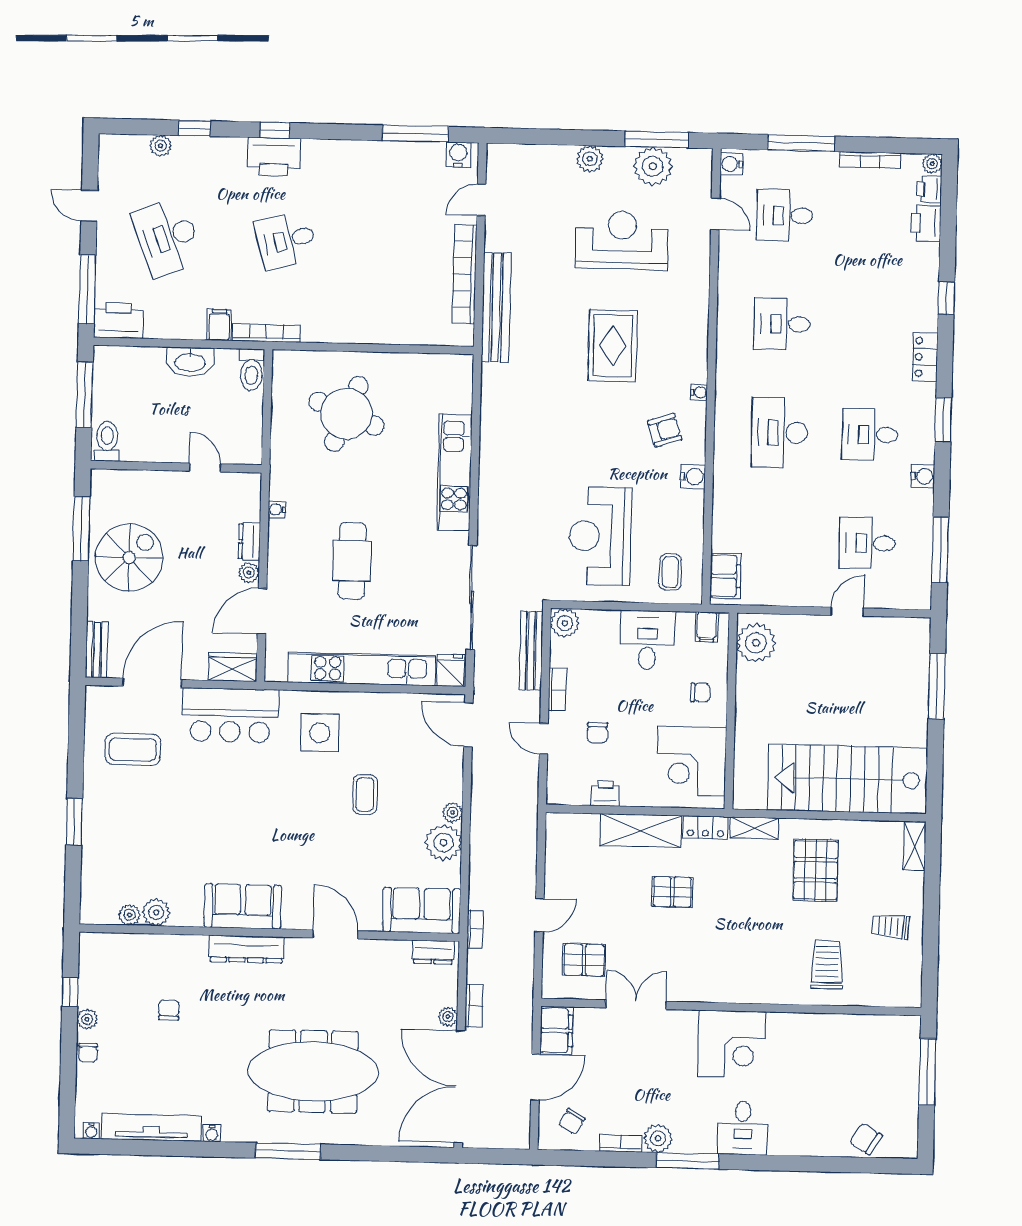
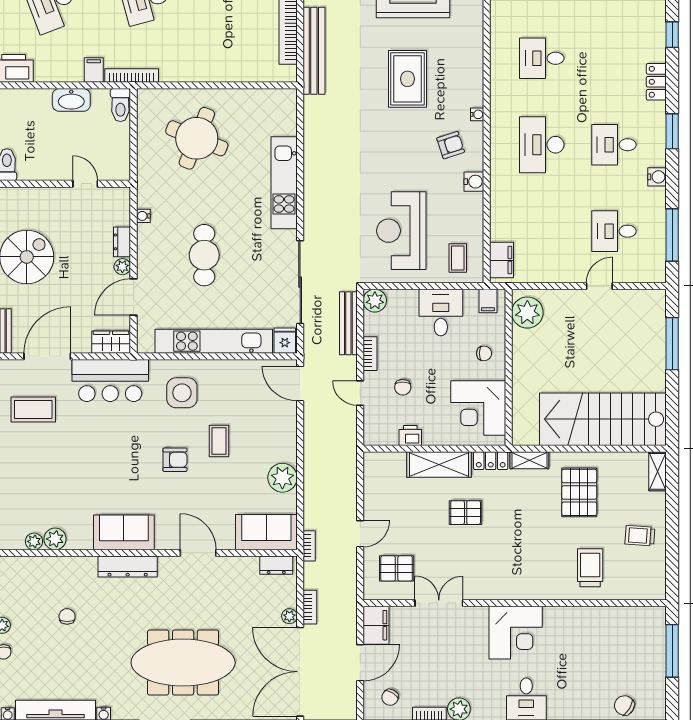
plant: (453, 812) -> (289, 454), removed
armchair: (309, 817) -> (175, 460), added

